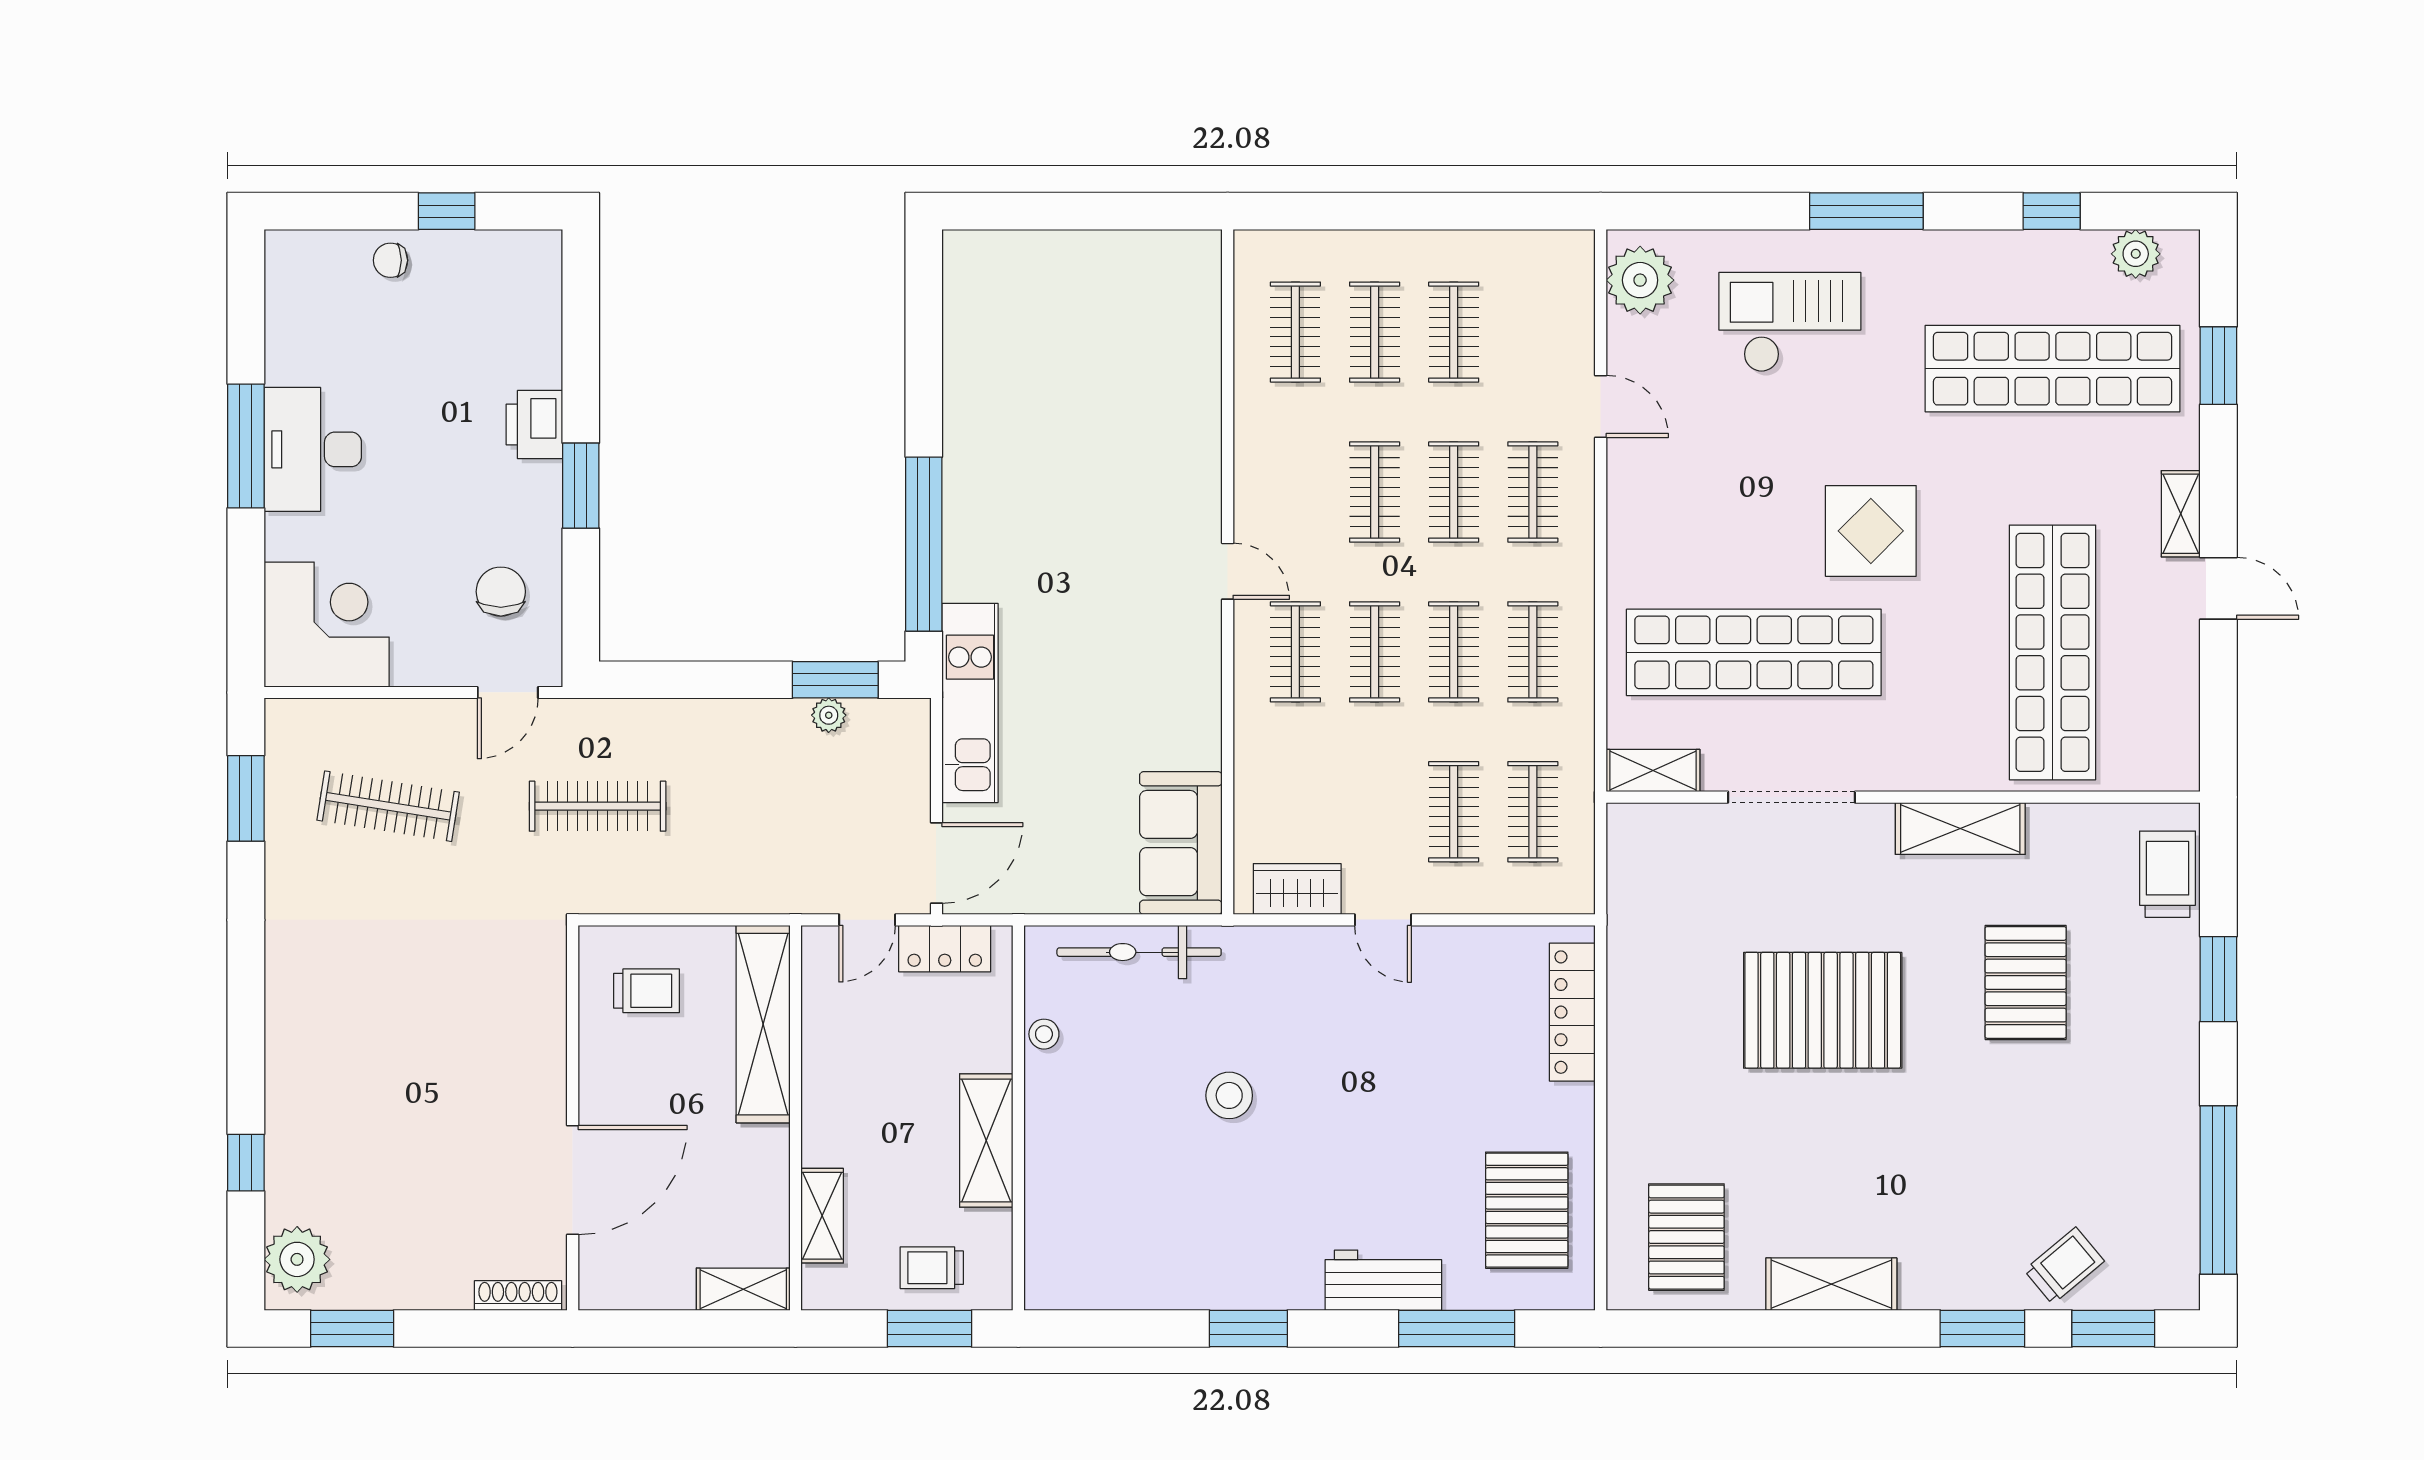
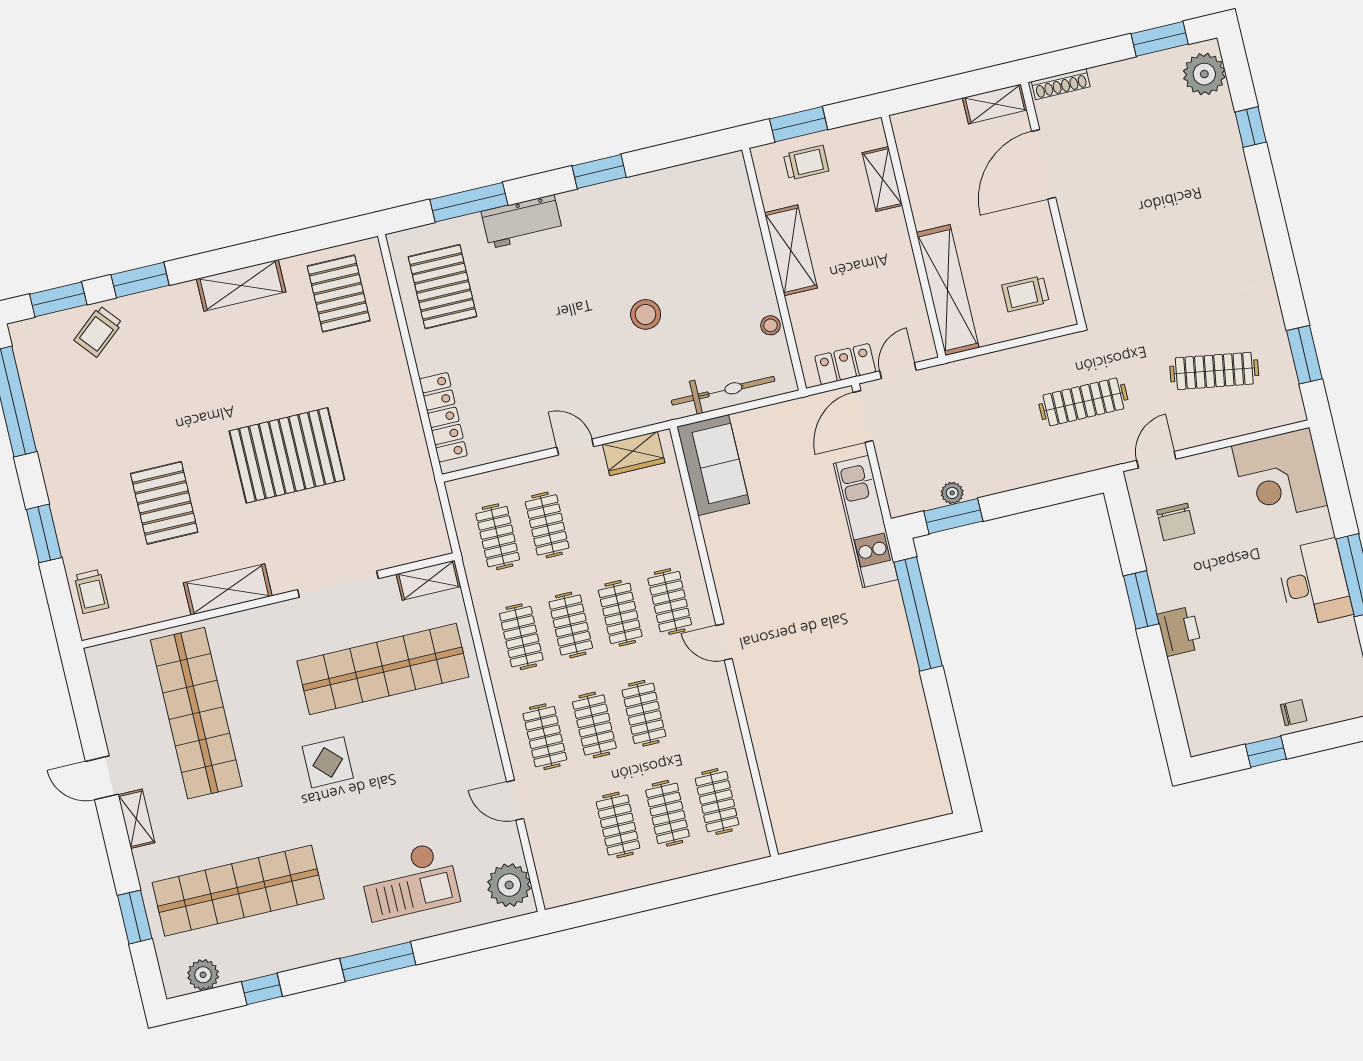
display table: (1871, 531) -> (328, 762), width x0.73, depth x0.73
trolley: (2168, 874) -> (91, 591), width x0.73, depth x0.72
shelving: (743, 1289) -> (995, 104), moved

